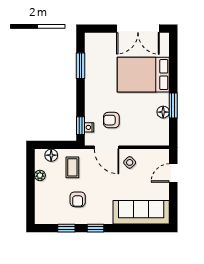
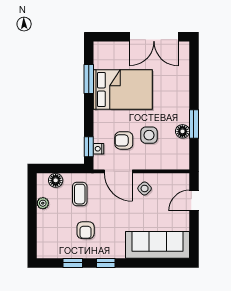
bed: (143, 75) -> (123, 89), moved, turned 180
side table: (134, 115) -> (149, 135), added

